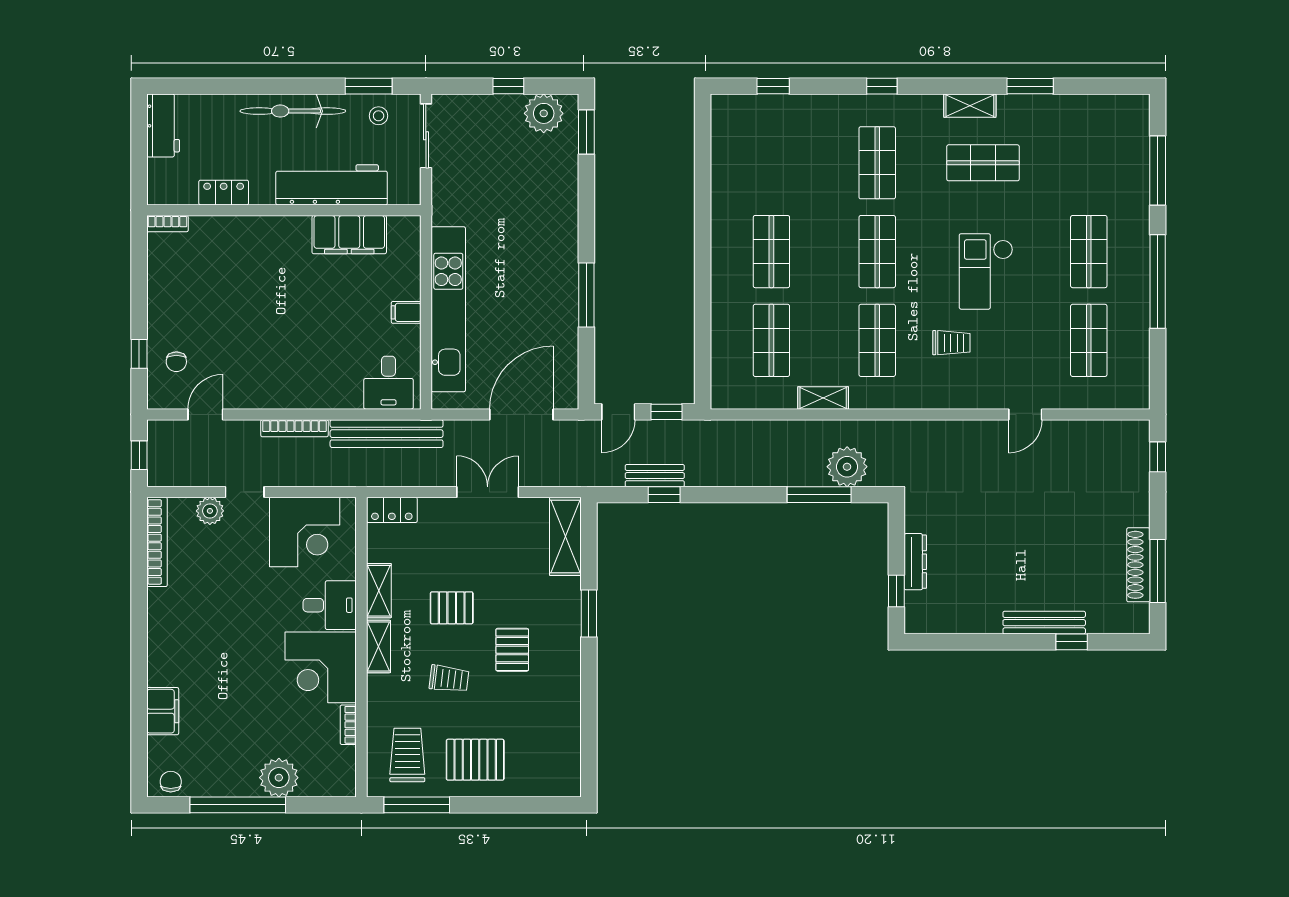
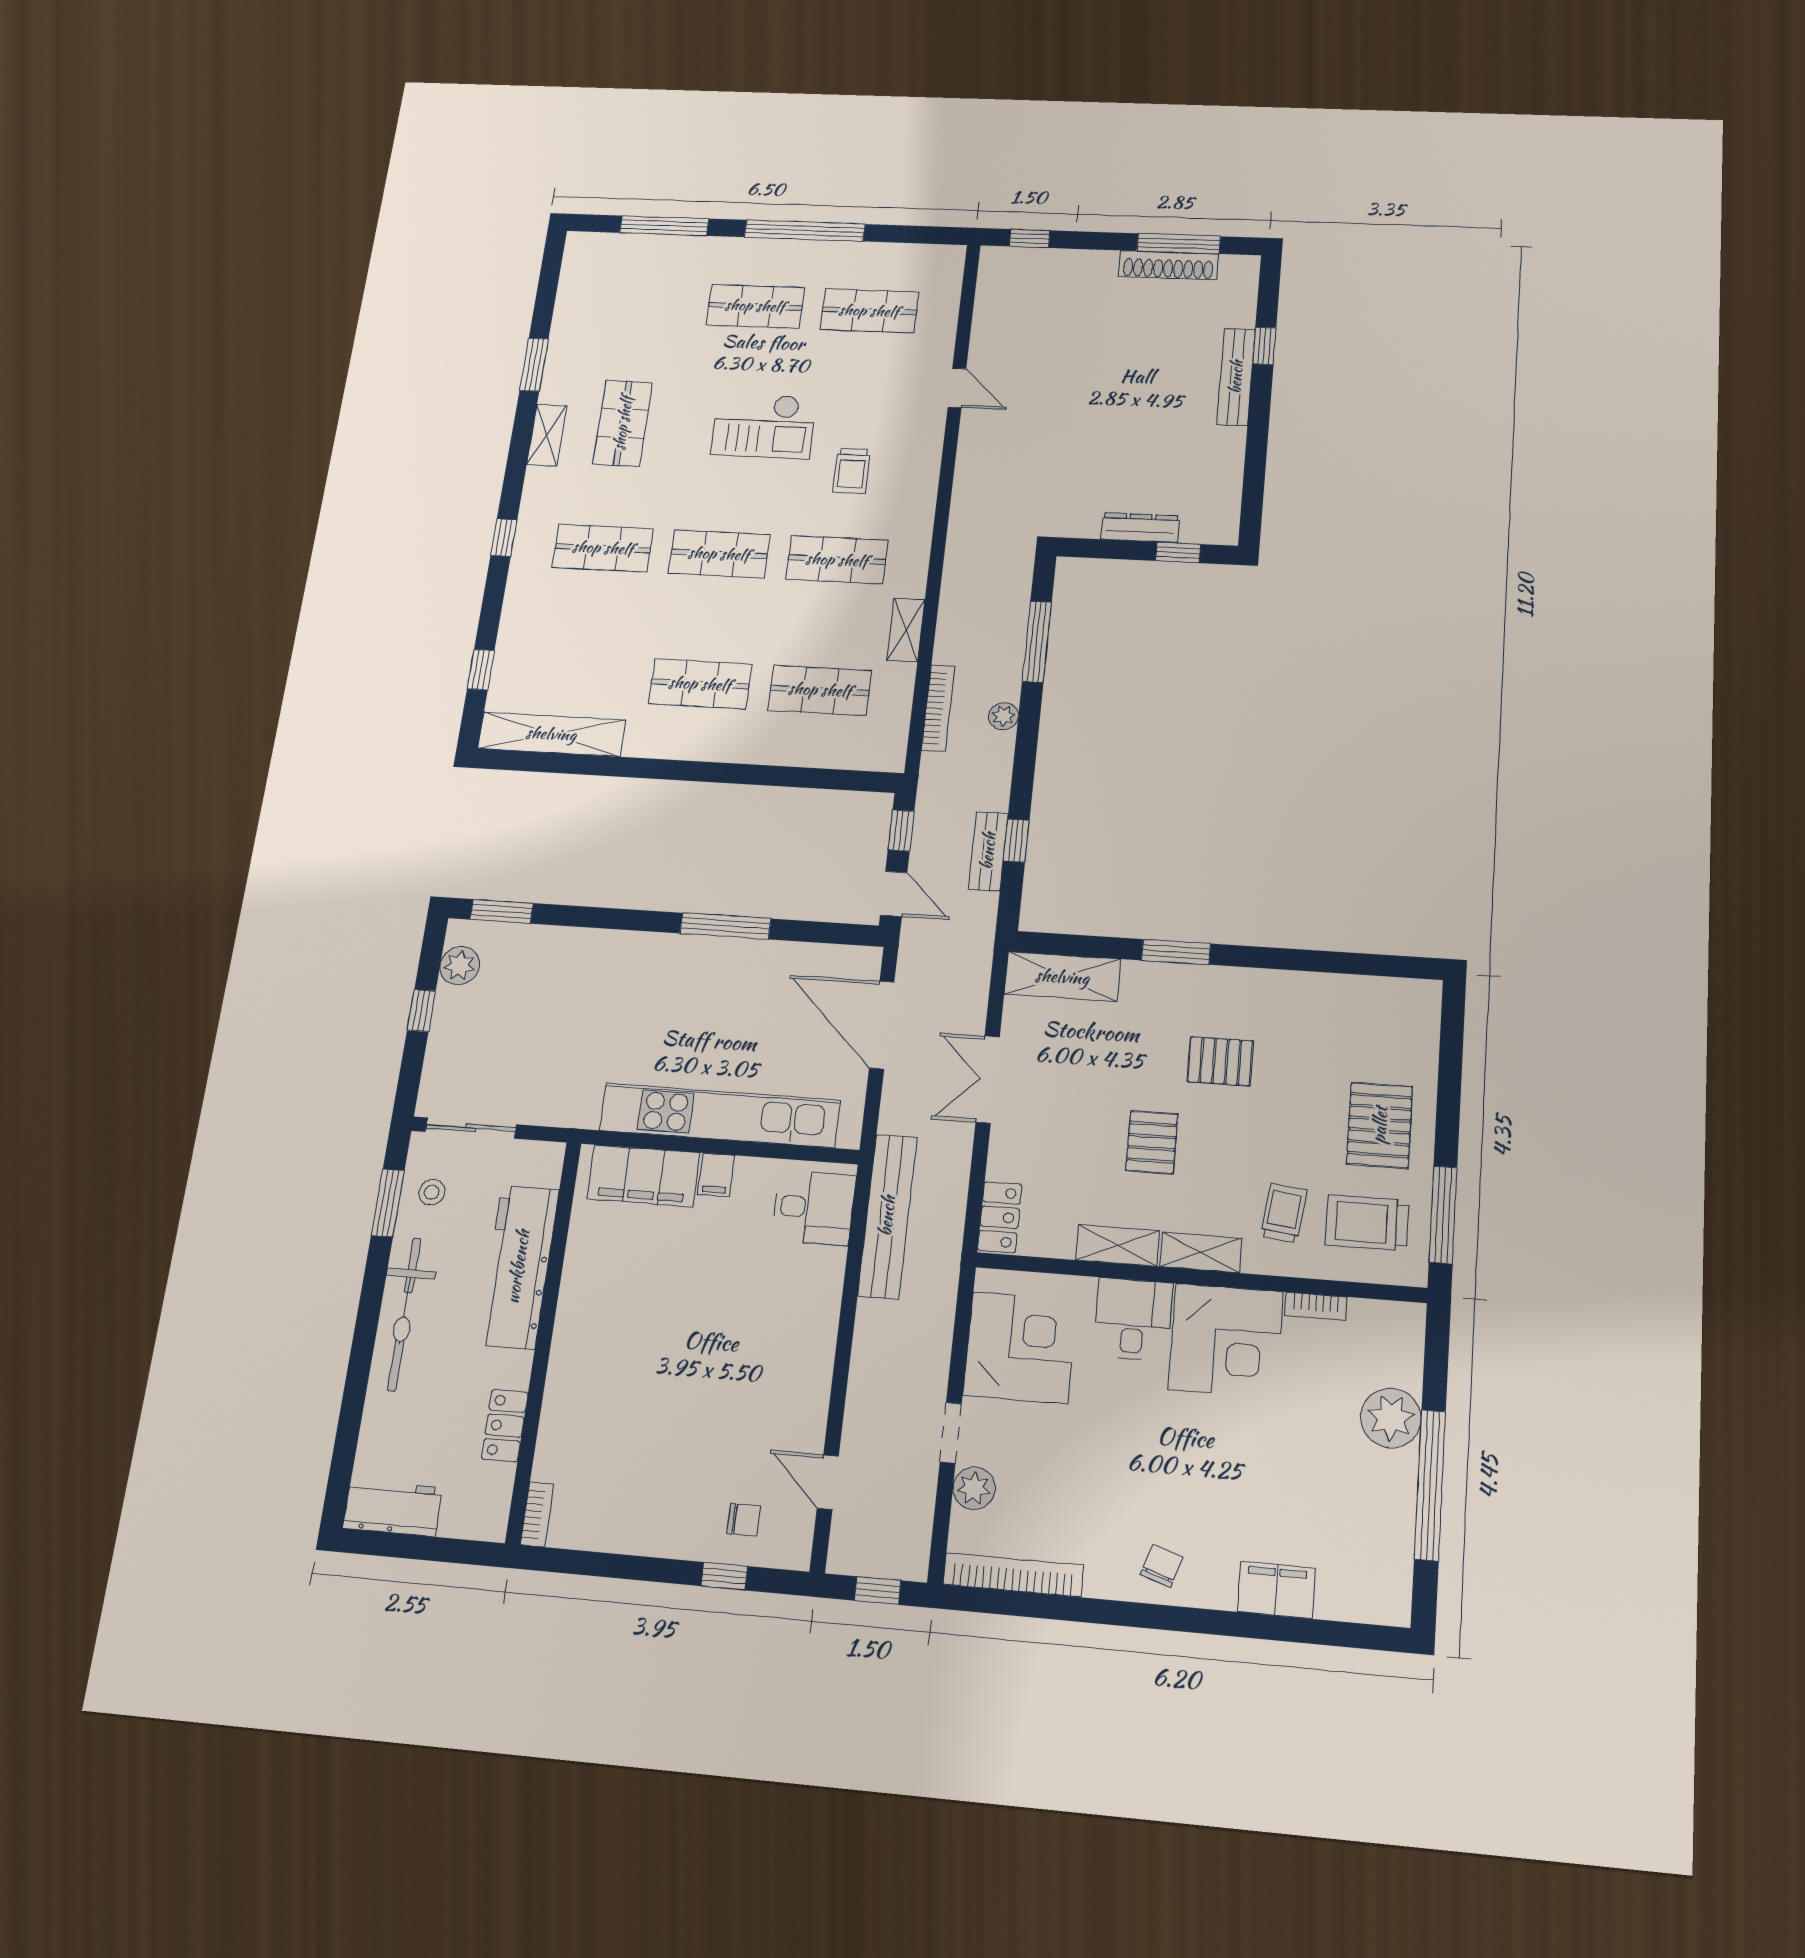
plant: (544, 113) -> (460, 966), width x0.73, depth x0.73
shelving: (725, 147) -> (551, 734), added
filing cabinet: (349, 235) -> (643, 1176), moved, turned 90
trolley: (951, 343) -> (852, 471), turned 180
bookcase: (294, 428) -> (938, 708), moved
plant: (847, 467) -> (1004, 716), moved, width x0.53, depth x0.53
trolley: (449, 679) -> (1284, 1213), moved
chair: (171, 782) -> (1161, 1566), moved, turned 108

